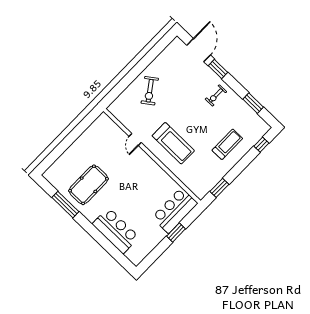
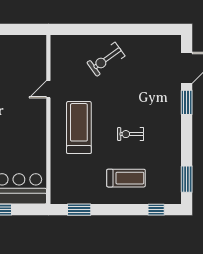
exercise bike: (216, 95) -> (131, 134), moved
window: (253, 103) -> (187, 179), moved
treadmill: (173, 143) -> (79, 128), turned 180

